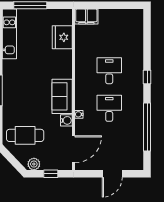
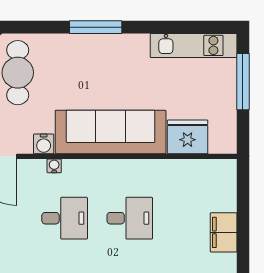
filing cabinet: (86, 16) -> (224, 232), moved
sofa: (62, 96) -> (111, 132), width x1.85, depth x1.27

